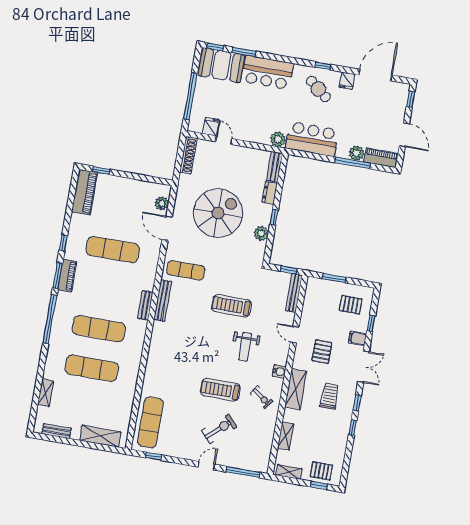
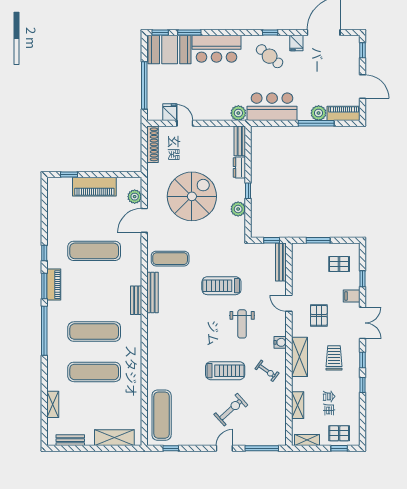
piano: (85, 192) -> (94, 187), moved, turned 90
door: (167, 228) -> (144, 220), hinge flipped
treadmill: (220, 390) -> (225, 371), turned 180

